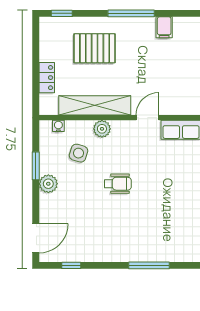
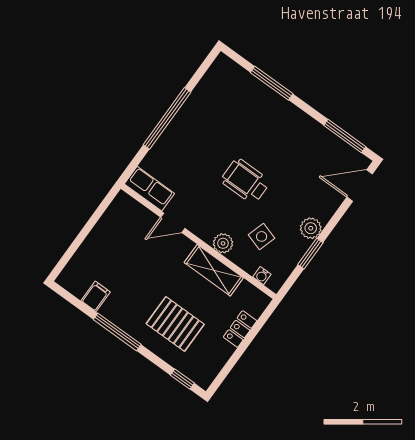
shelving: (95, 105) -> (214, 270), width x0.68
wheelchair: (118, 184) -> (245, 181), width x1.36, depth x1.37
window: (71, 265) -> (345, 136), width x2.17

